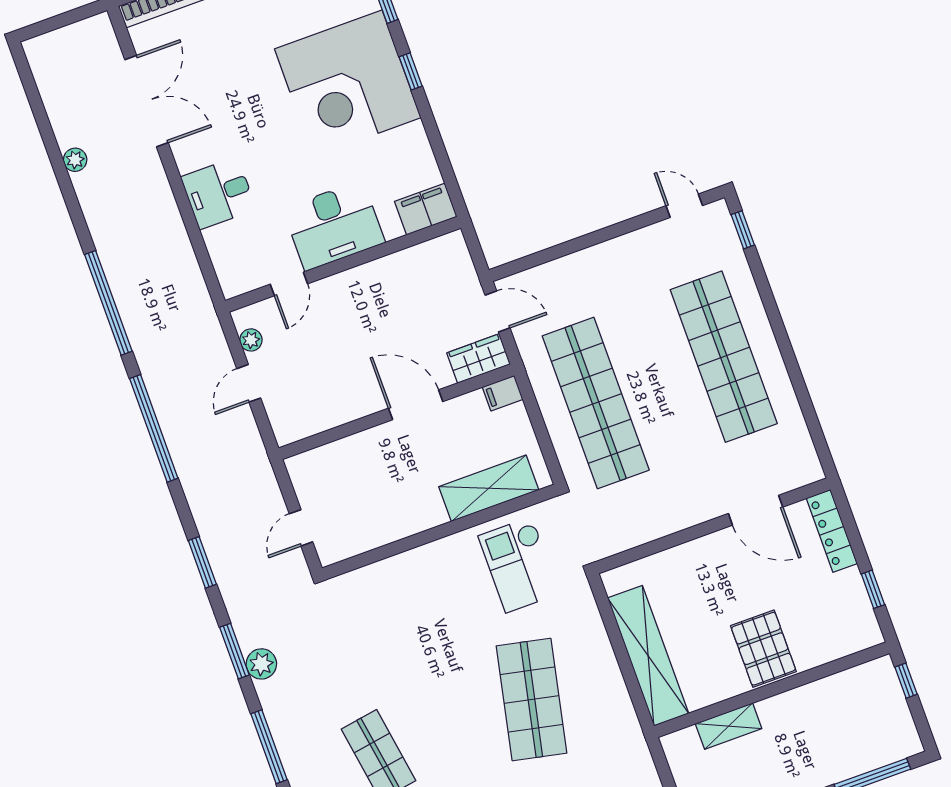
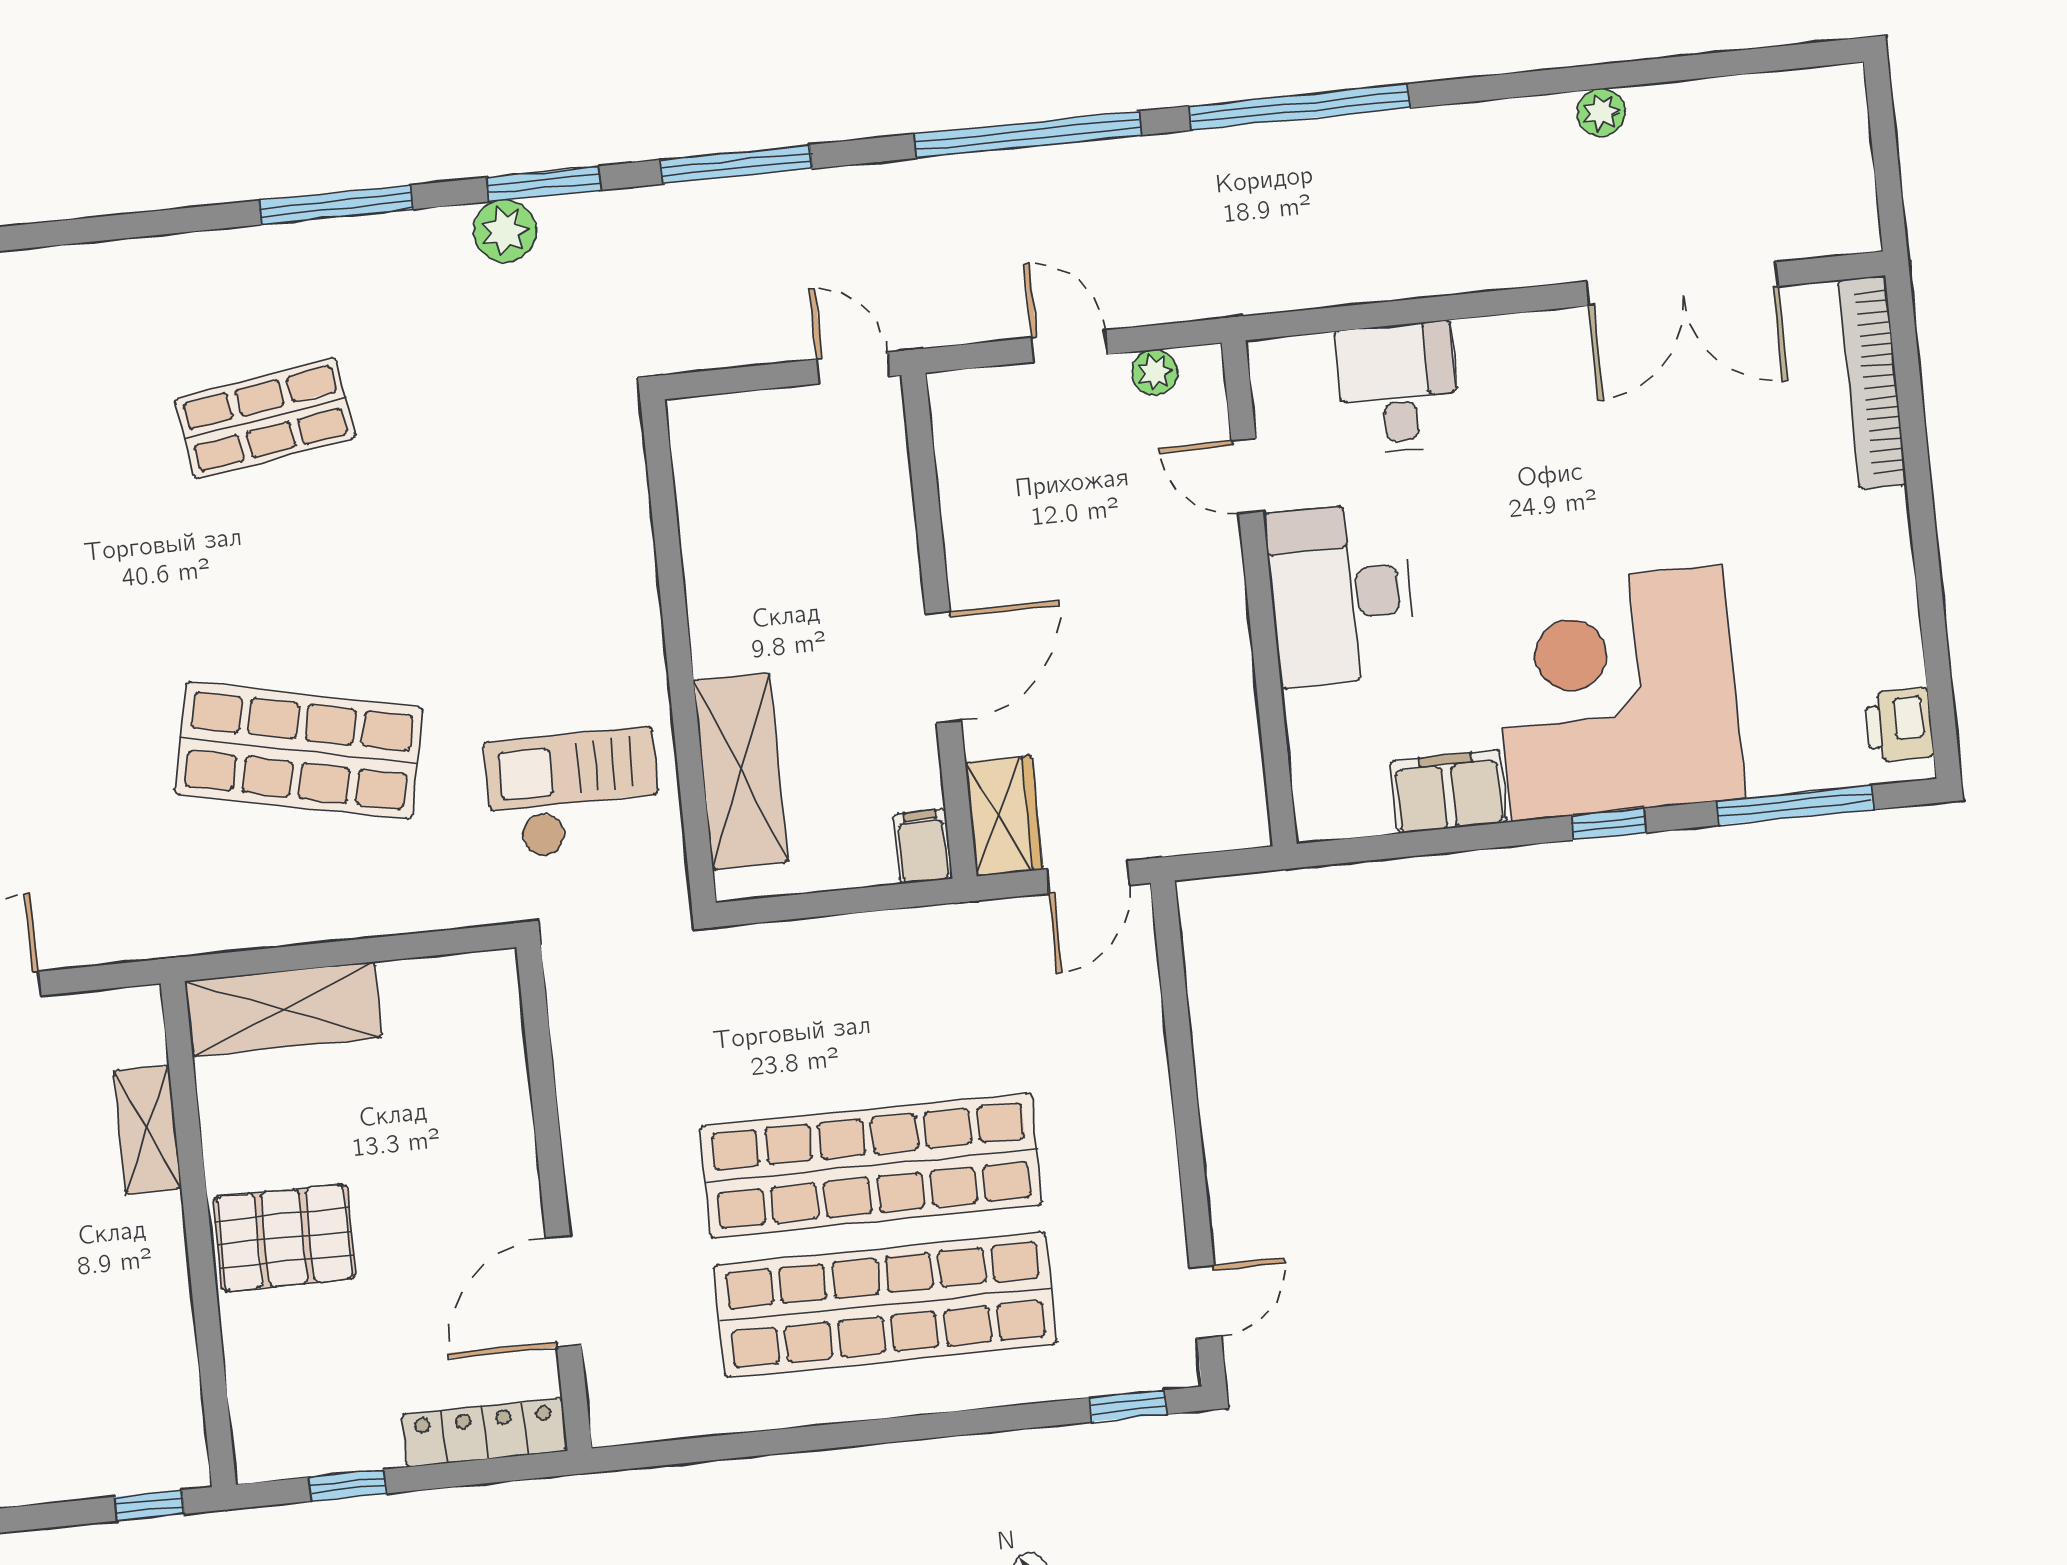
desk: (219, 193) -> (1398, 388), moved
filing cabinet: (426, 209) -> (1449, 792), moved, turned -90
shop shelf: (596, 403) -> (871, 1166), moved
door: (301, 528) -> (853, 368), moved
window: (202, 562) -> (736, 164), width x1.44
shelving: (648, 656) -> (283, 1009), width x0.68

